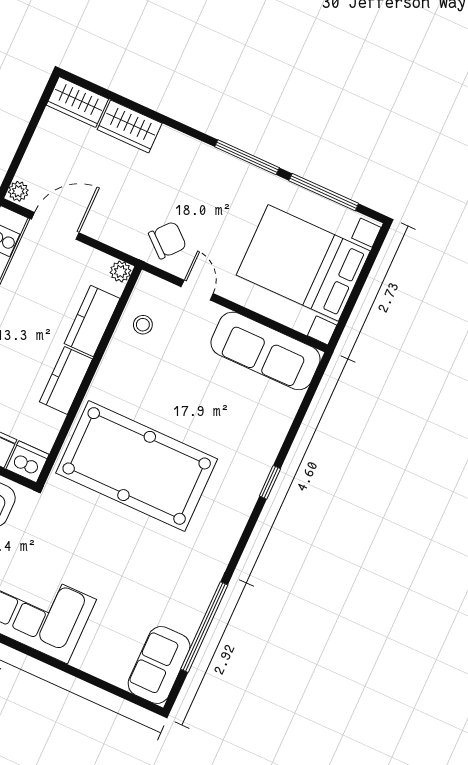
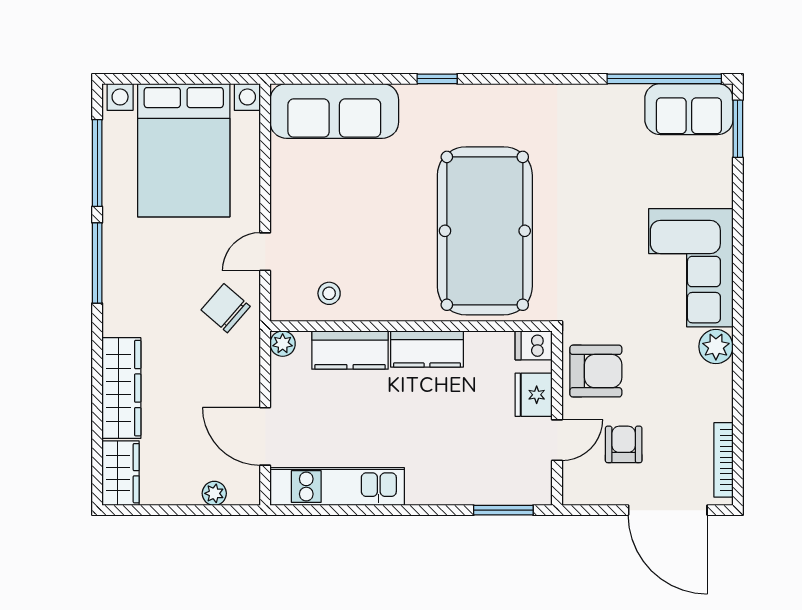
wardrobe: (130, 126) -> (121, 388), width x1.50
plant: (18, 191) -> (214, 493), moved
sofa: (266, 351) -> (334, 111), moved, turned 90
dishwasher: (28, 462) -> (534, 345), width x0.73
window: (204, 627) -> (664, 79), moved
window: (127, 696) -> (738, 129), added

